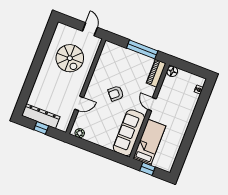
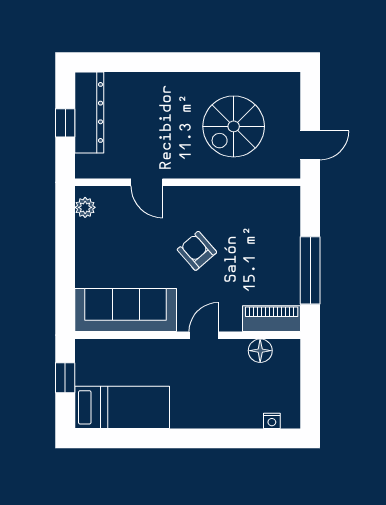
floor lamp: (172, 71) -> (260, 351), moved
bed: (149, 142) -> (122, 407), moved

